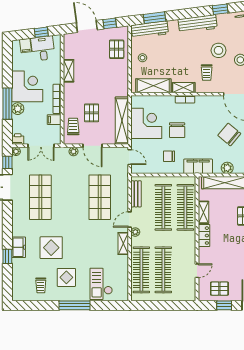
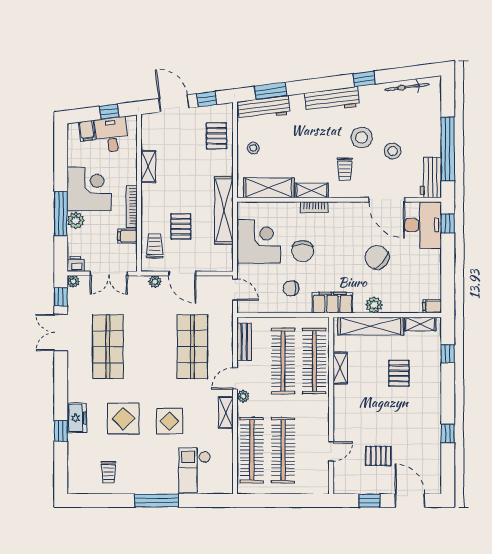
shelving: (122, 121) -> (224, 210), moved
locker: (204, 236) -> (341, 401), removed
display table: (66, 277) -> (170, 421), moved
pallet: (219, 289) -> (378, 456), moved

